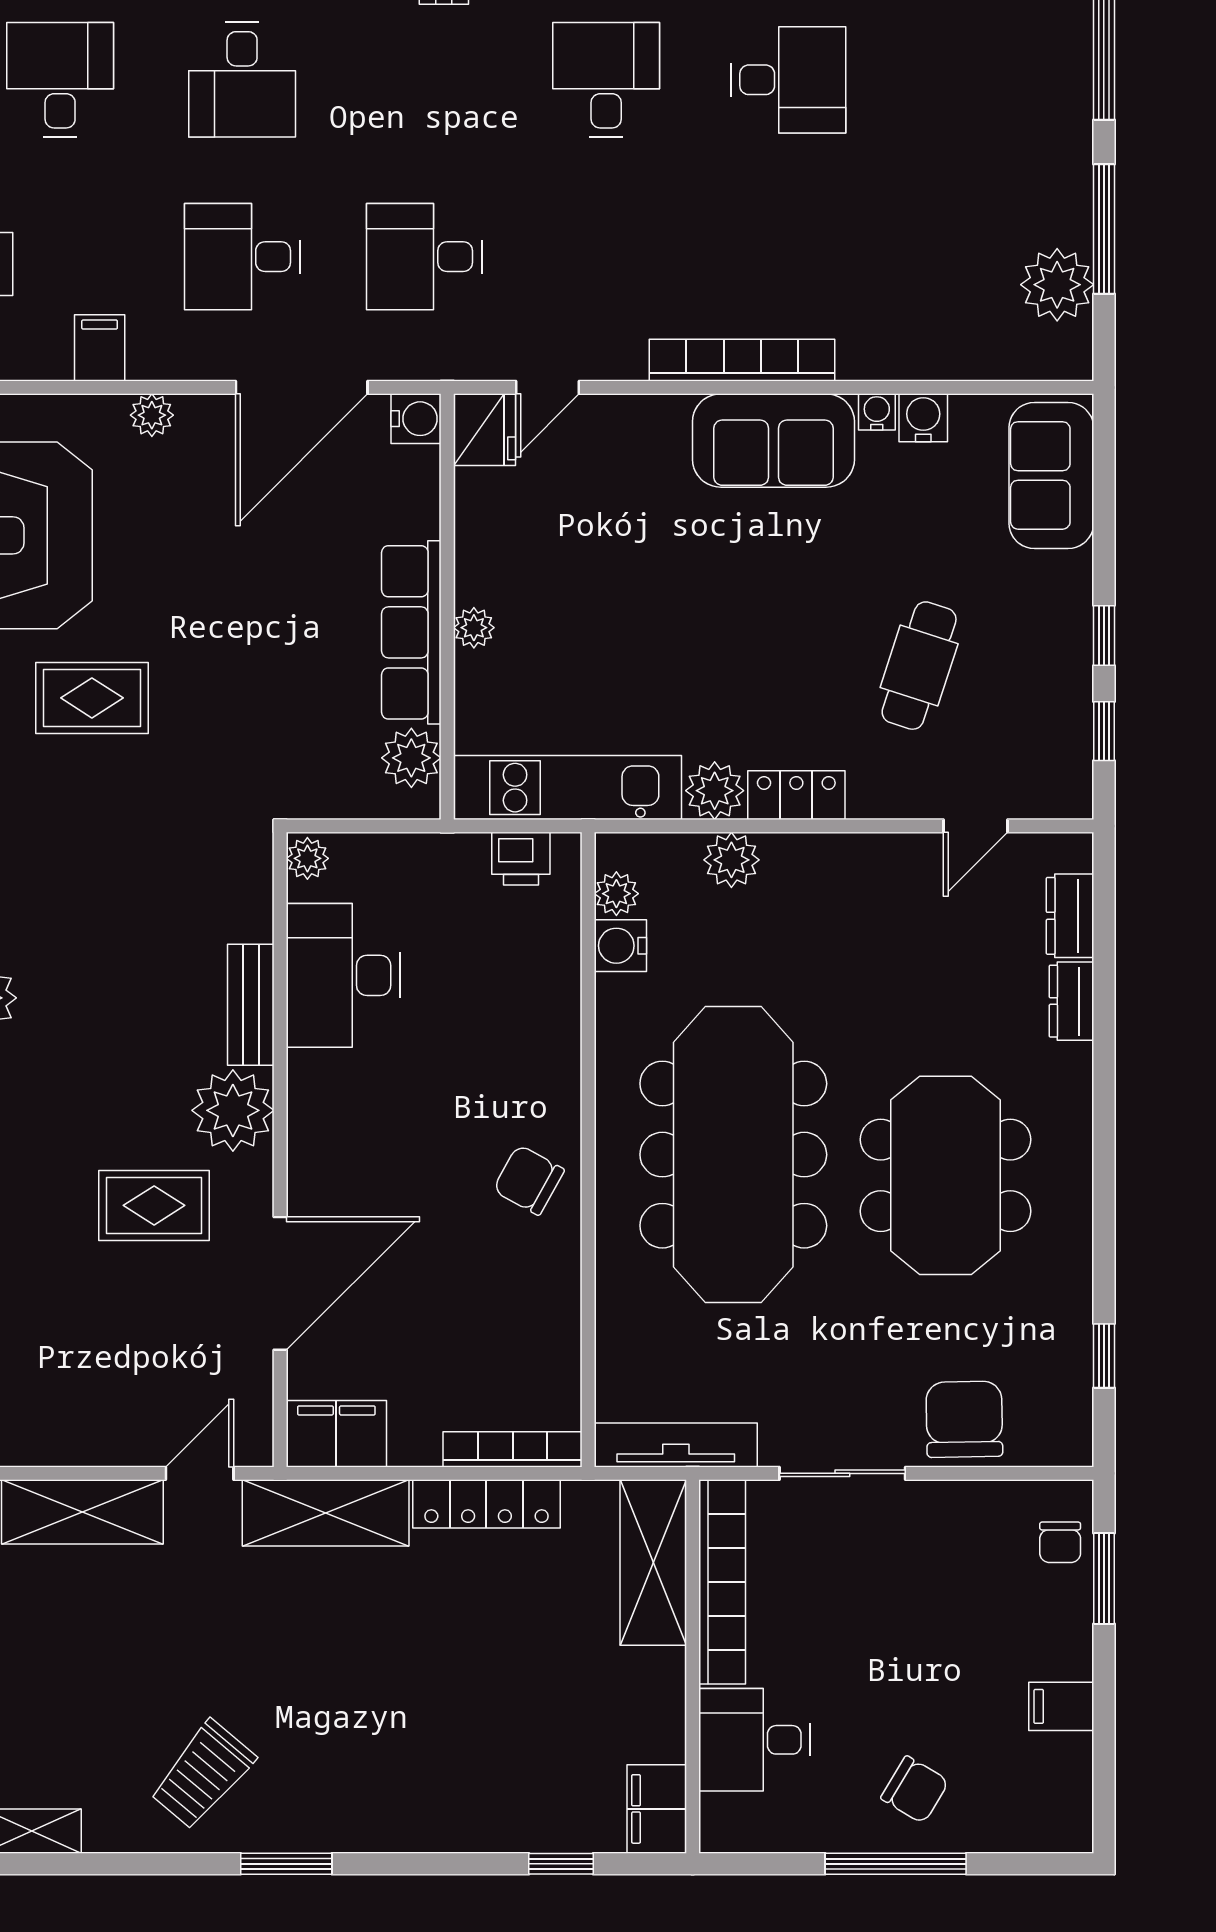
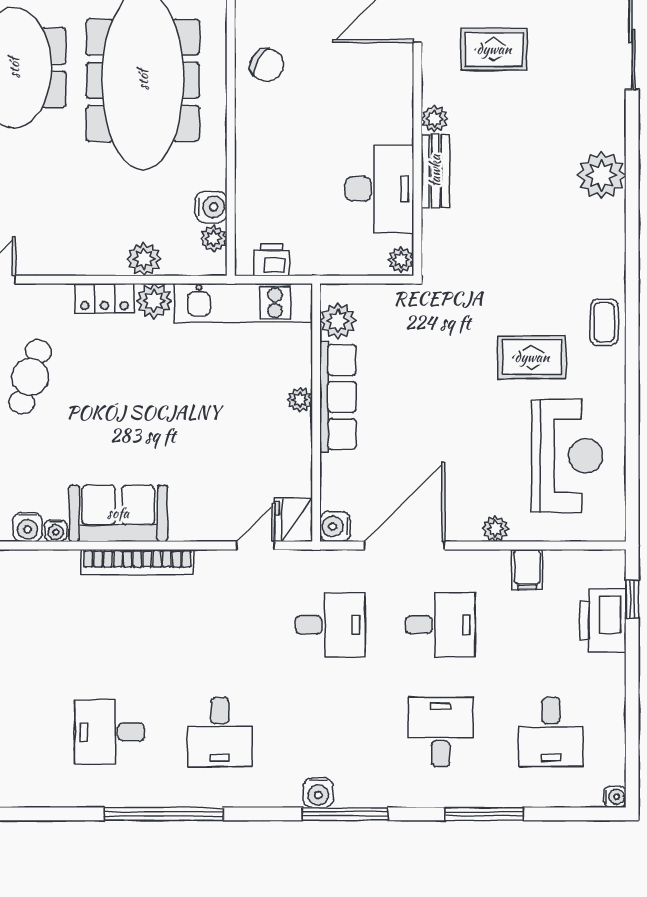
plant: (233, 1110) -> (435, 119), width x0.53, depth x0.53

